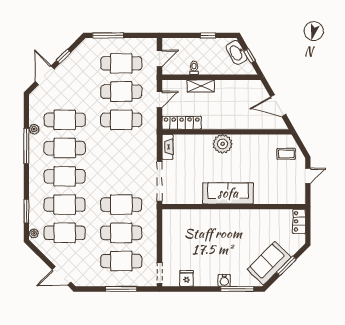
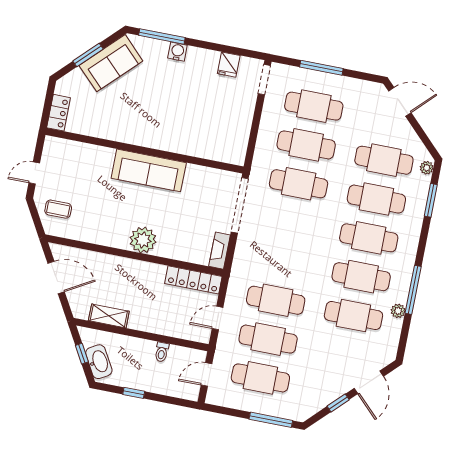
shelving: (201, 86) -> (109, 316), moved

